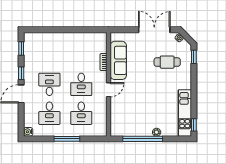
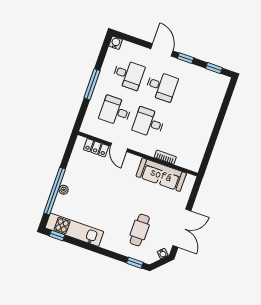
door: (109, 90) -> (119, 147), moved
desk: (49, 113) -> (128, 75), turned 180
locker: (115, 118) -> (96, 148), added
window: (143, 139) -> (55, 191), moved

